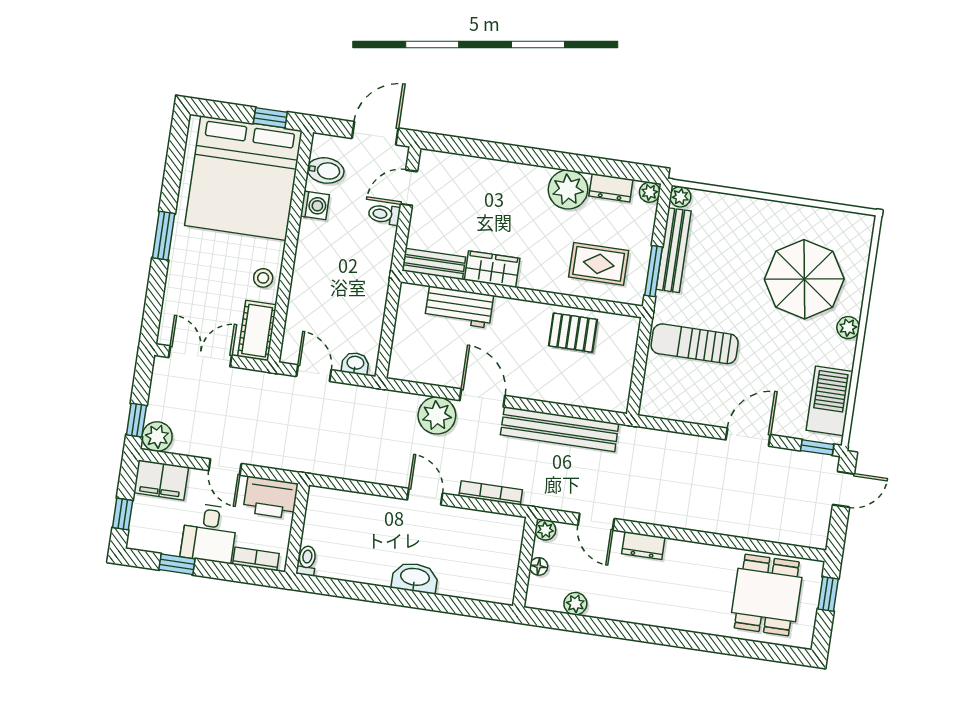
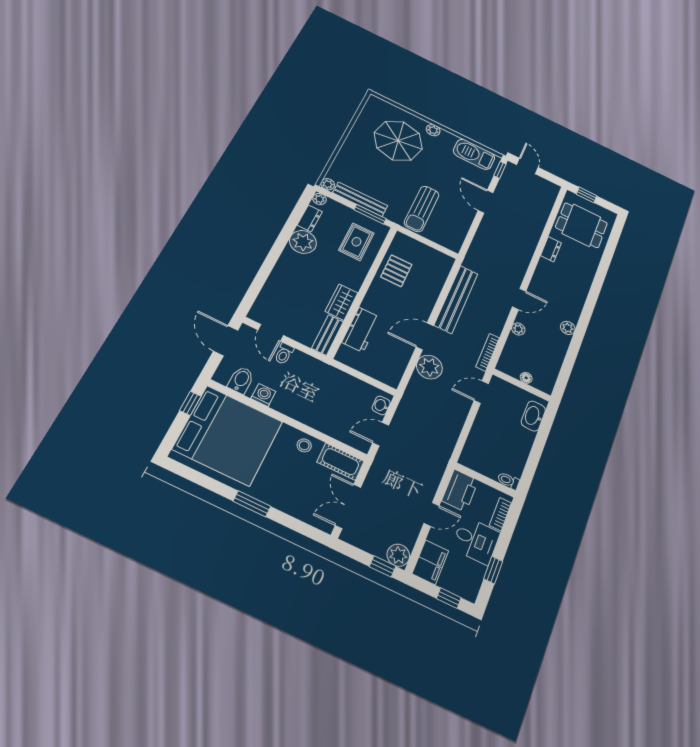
dresser: (643, 546) -> (551, 249), moved
wall: (525, 562) -> (522, 385), moved
floor lamp: (539, 566) -> (526, 378), moved

